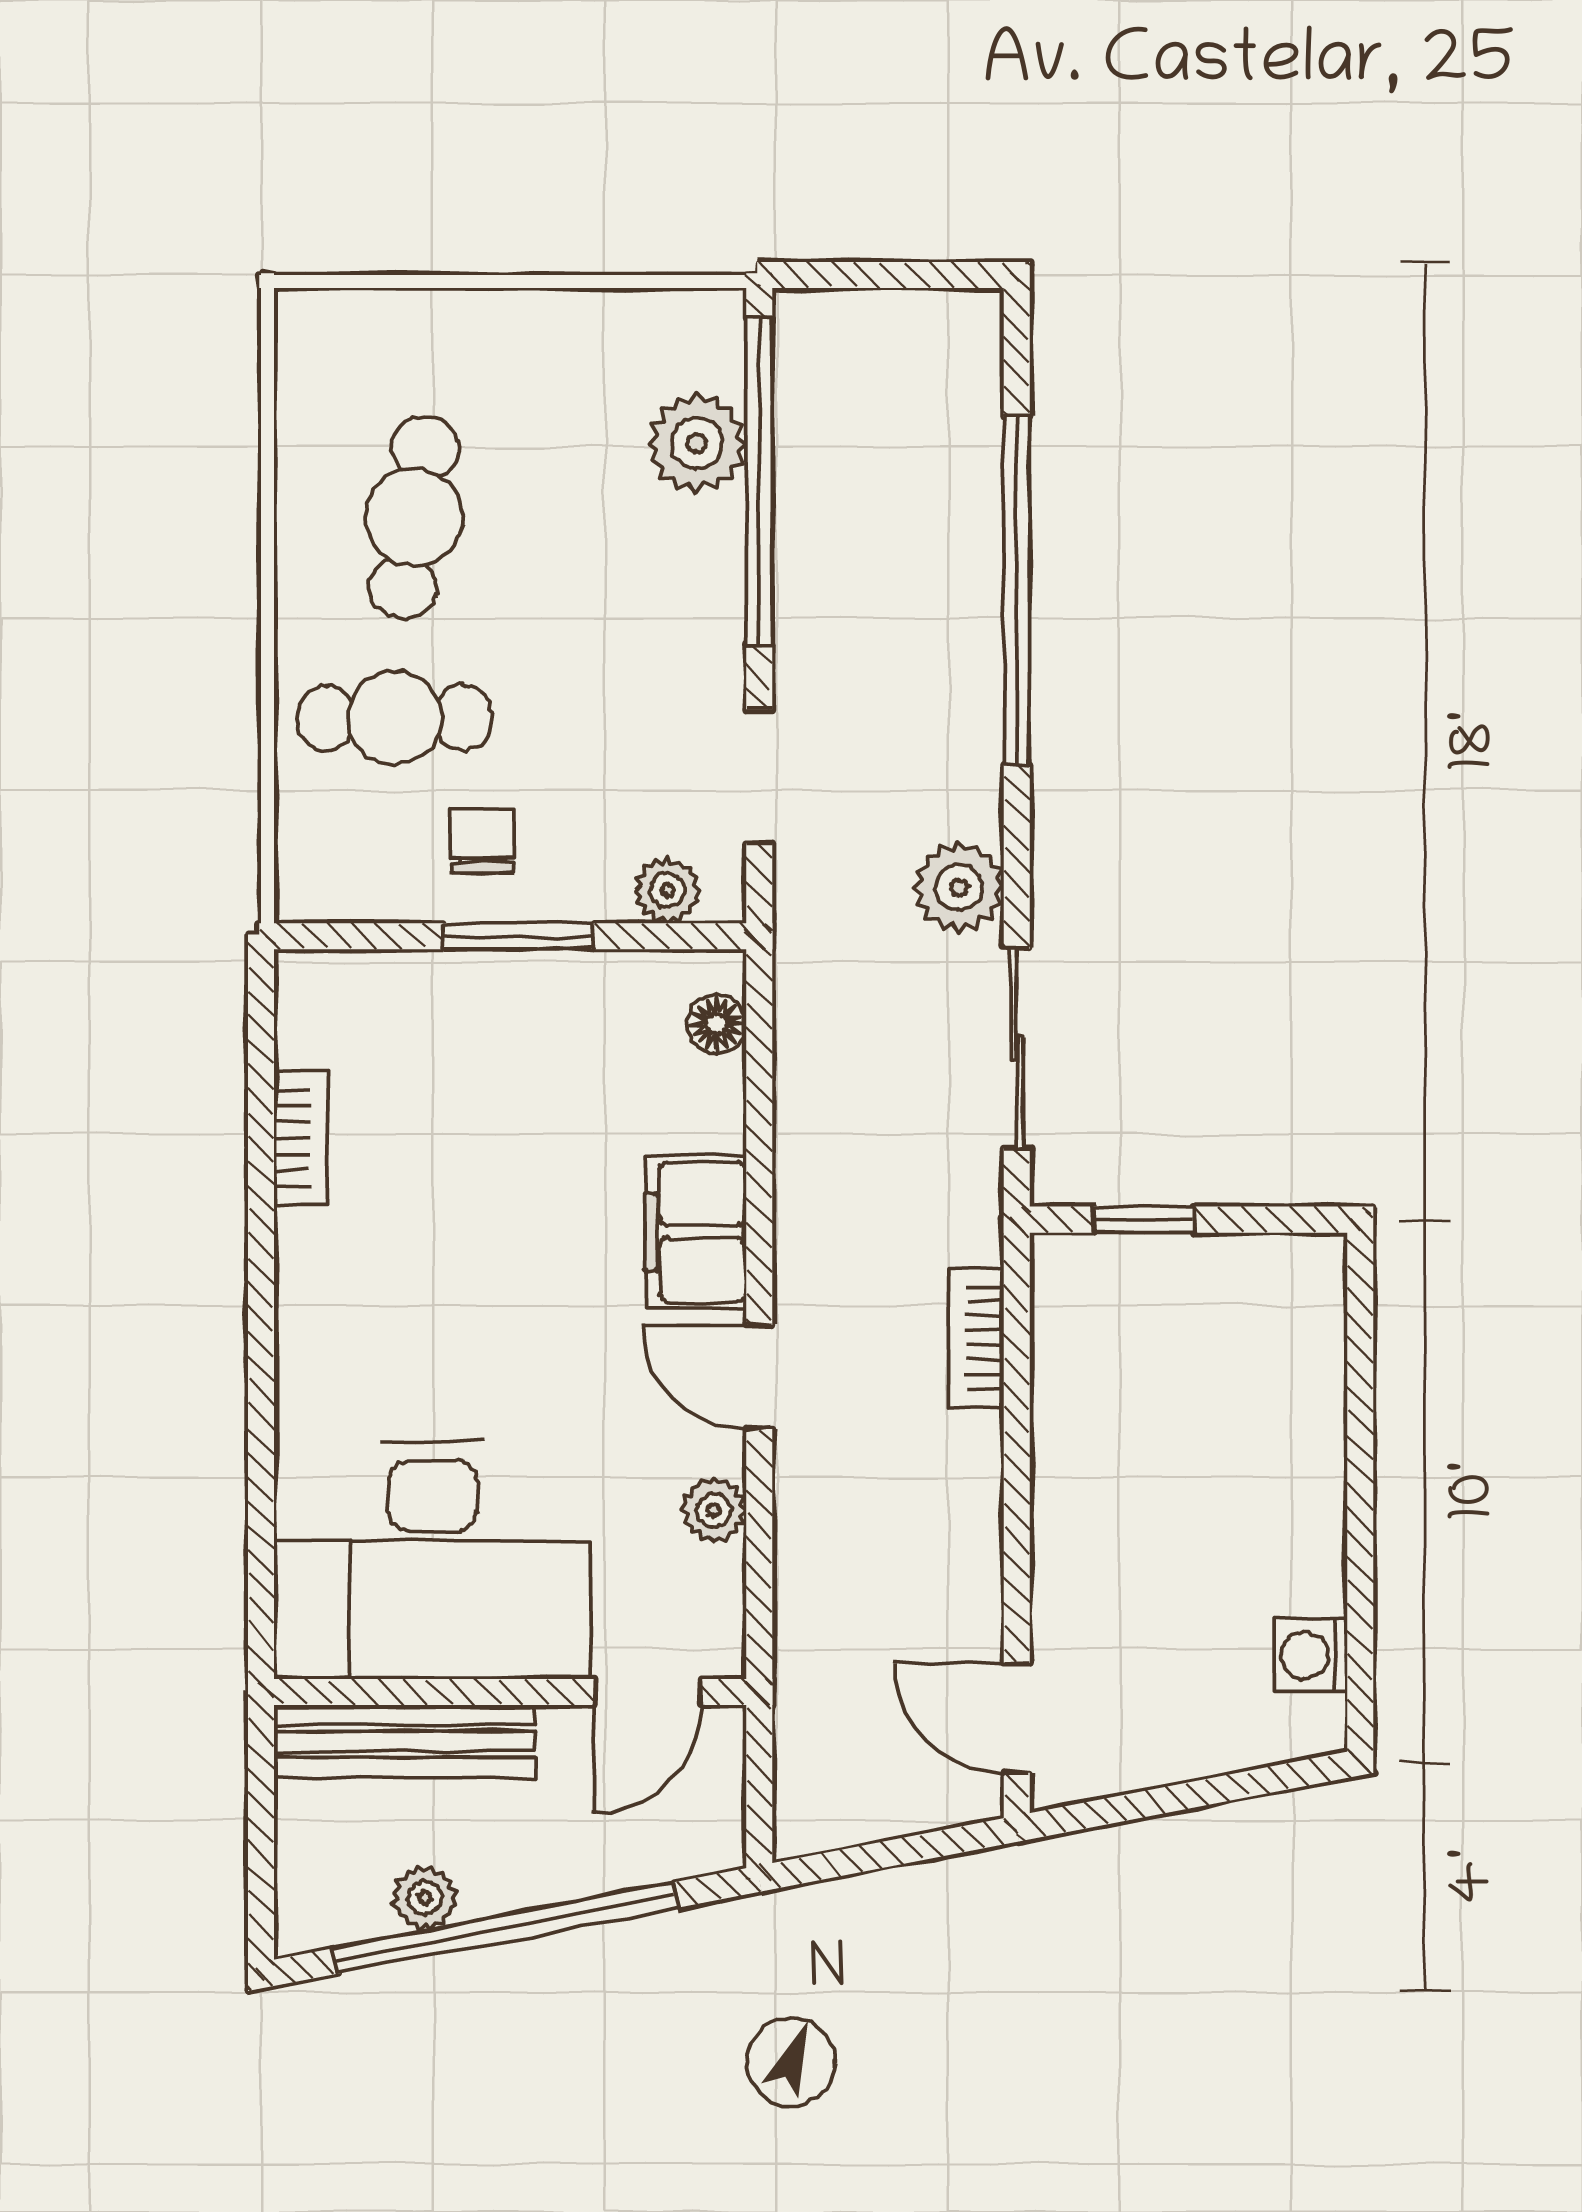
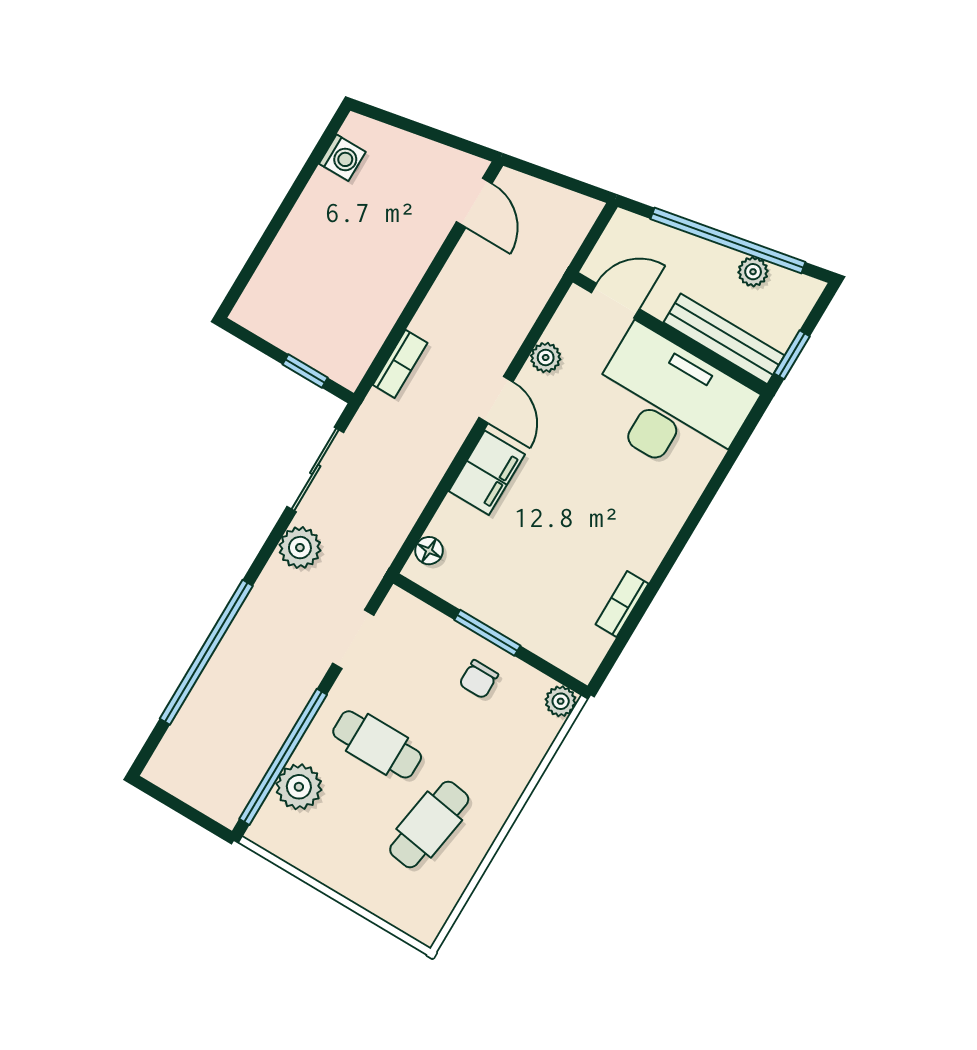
cafe table: (395, 718) -> (377, 744), moved
plant: (667, 890) -> (561, 701), moved
window: (261, 1787) -> (792, 355), added

